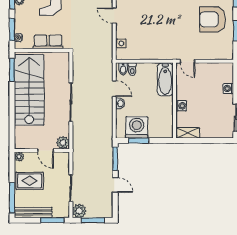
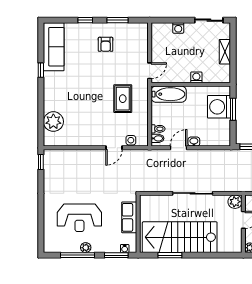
door: (114, 16) -> (114, 148), moved
armchair: (213, 19) -> (106, 44), width x0.53, depth x0.53
rug: (161, 36) -> (123, 99), added
window: (12, 70) -> (170, 255), moved
washing machine: (137, 127) -> (219, 107), moved
shelving: (188, 133) -> (225, 52), moved
window: (139, 141) -> (233, 109), moved

